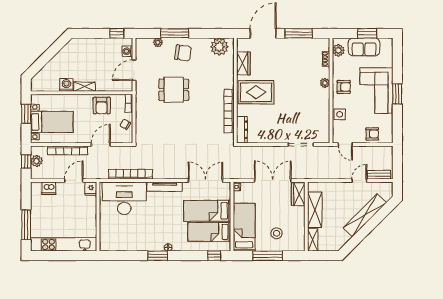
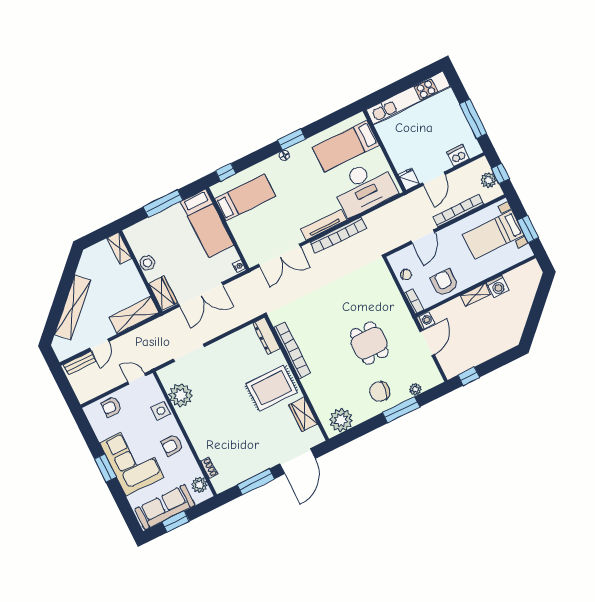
sofa: (364, 47) -> (165, 507), width x1.36
washing machine: (127, 51) -> (426, 321), moved
plant: (325, 83) -> (181, 395), moved, width x1.87, depth x1.87
dining table: (174, 90) -> (369, 343), turned 90
bookcase: (131, 174) -> (338, 235), moved
shelving: (315, 210) -> (134, 315), moved, turned 90
bed: (207, 211) -> (346, 146), moved, turned 180
window: (26, 225) -> (473, 119), moved
stool: (277, 233) -> (147, 263), moved

